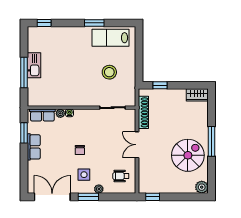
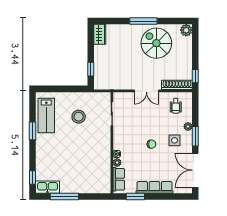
kitchen sink: (34, 65) -> (48, 187), moved
window: (24, 73) -> (64, 197), moved
shoe rack: (143, 112) -> (177, 85), moved
row of seats: (34, 147) -> (154, 187), width x1.48

